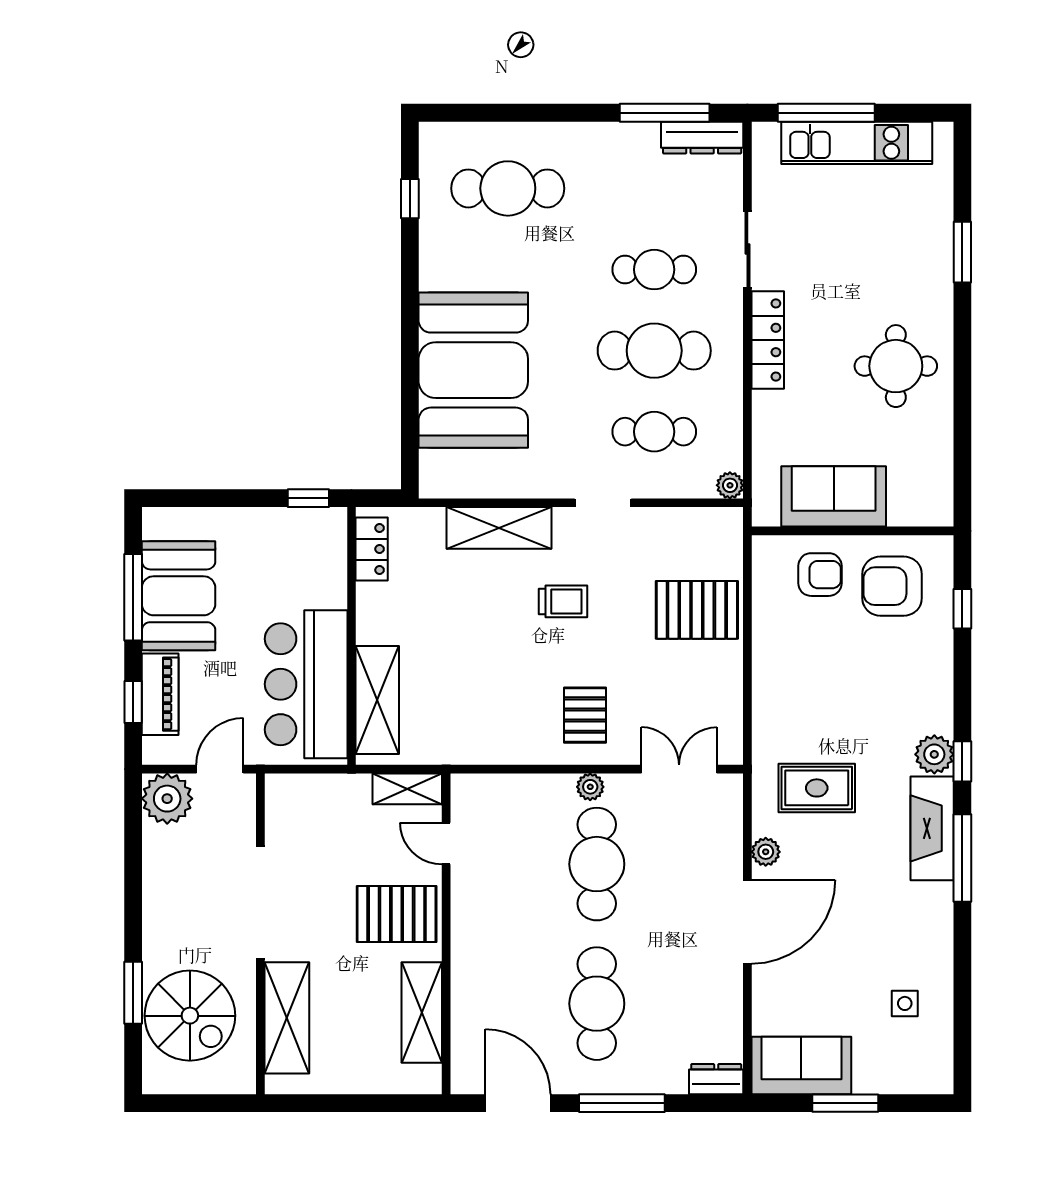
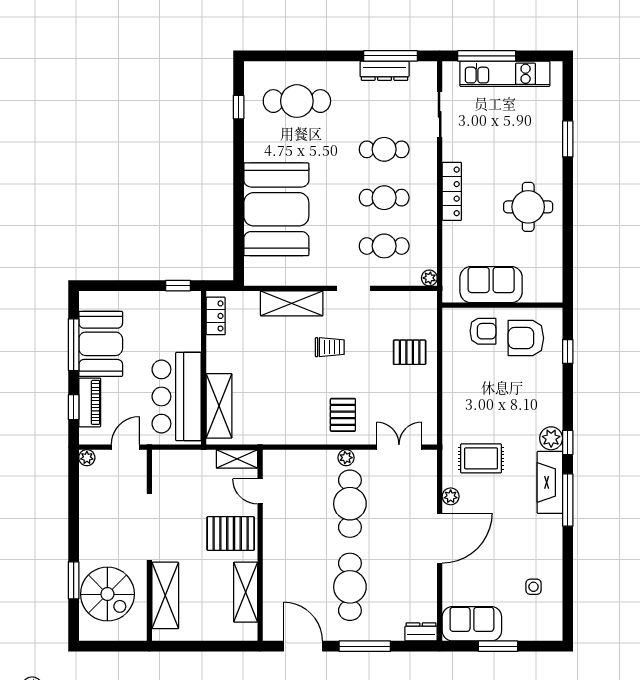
dresser: (702, 138) -> (385, 71), moved
sliding door: (747, 249) -> (440, 114), moved
cafe table: (654, 351) -> (384, 198), width x0.73, depth x0.74
pallet: (697, 610) -> (410, 352), width x0.67, depth x0.71
plant: (167, 799) -> (87, 458), width x0.53, depth x0.53

